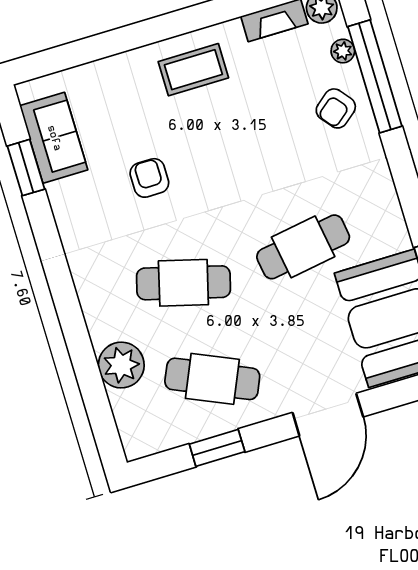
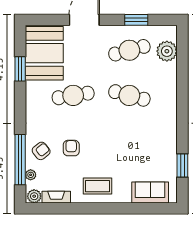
sofa: (54, 138) -> (150, 193), moved, turned 90
armchair: (149, 178) -> (71, 148), moved, turned 180
plant: (121, 365) -> (167, 51), moved
cafe table: (212, 379) -> (129, 50), turned -39

